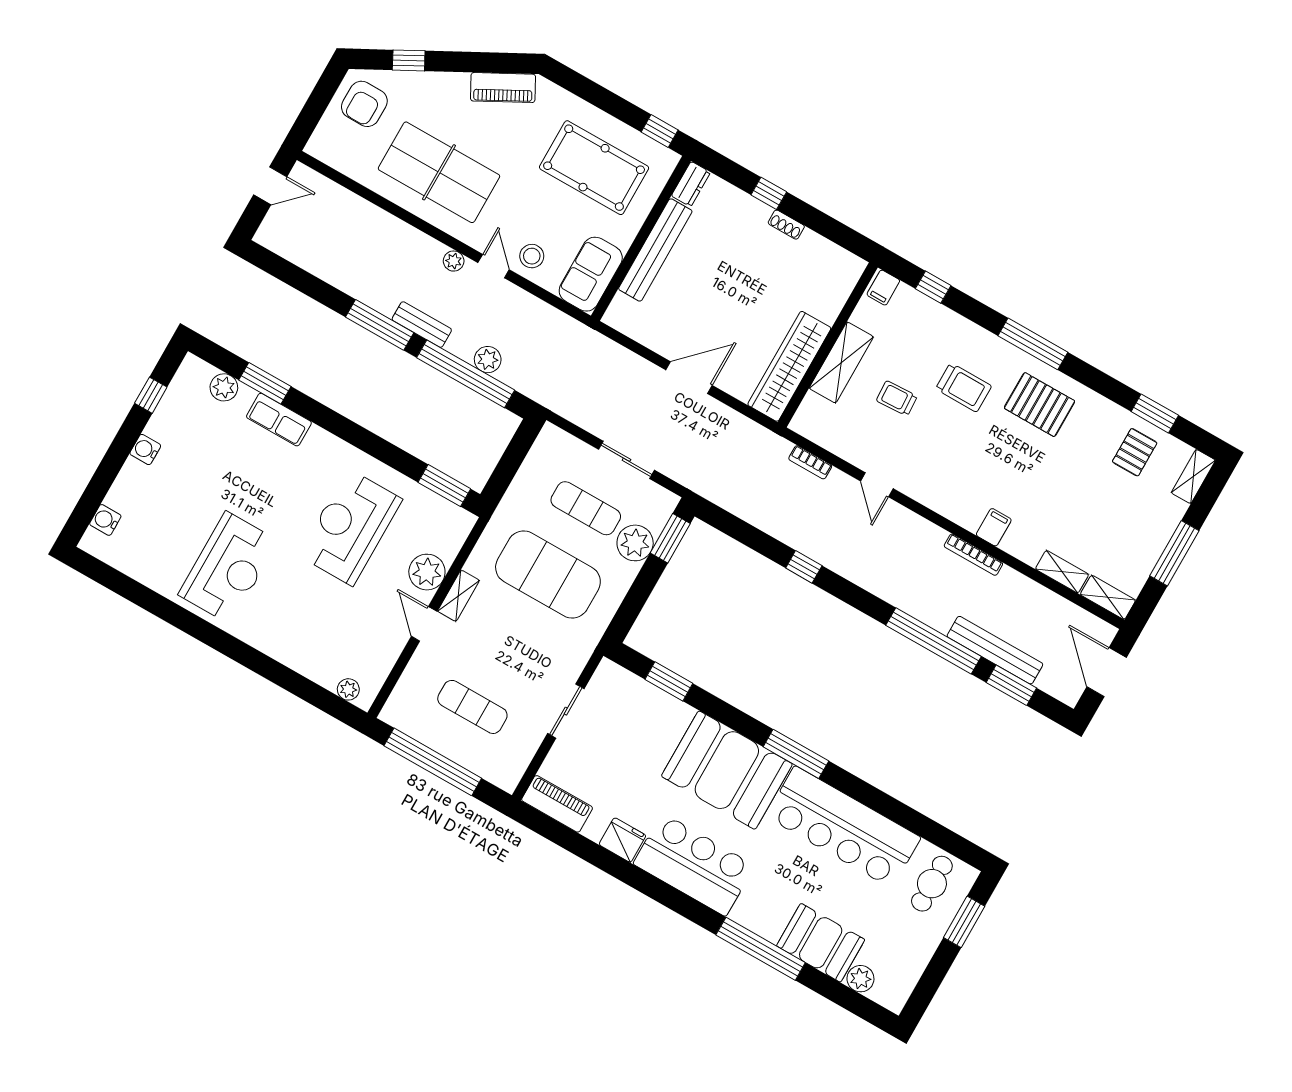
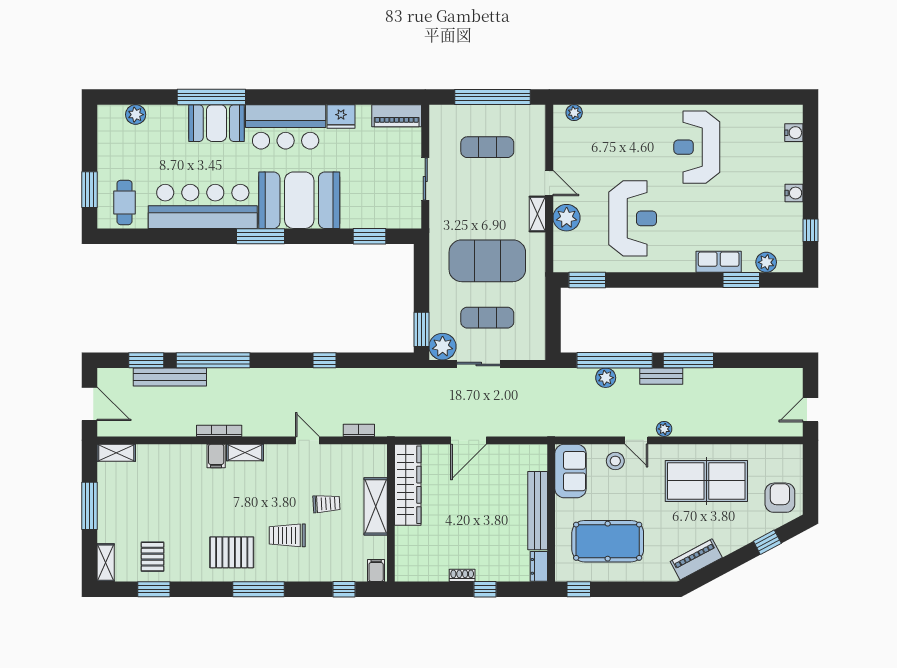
plant: (635, 543) -> (443, 347), moved
shelving: (1062, 572) -> (245, 452), moved
booth: (821, 943) -> (216, 123), moved

